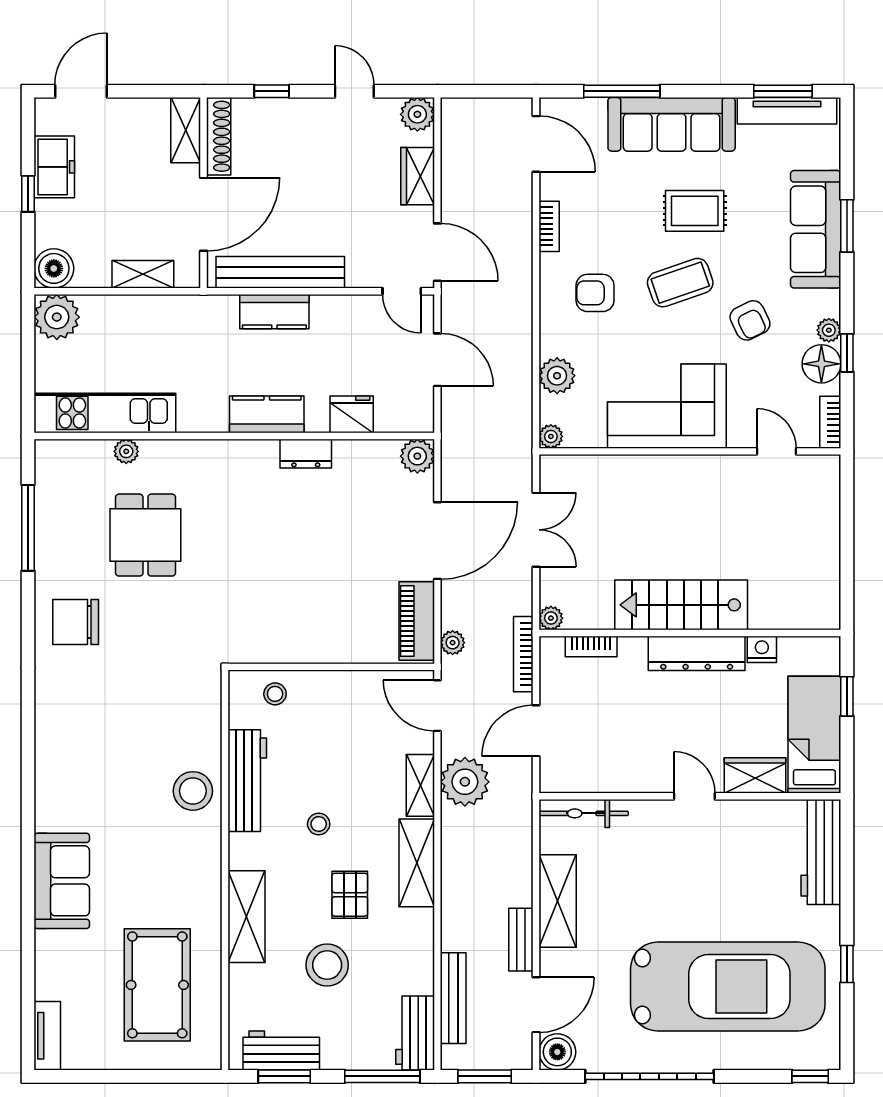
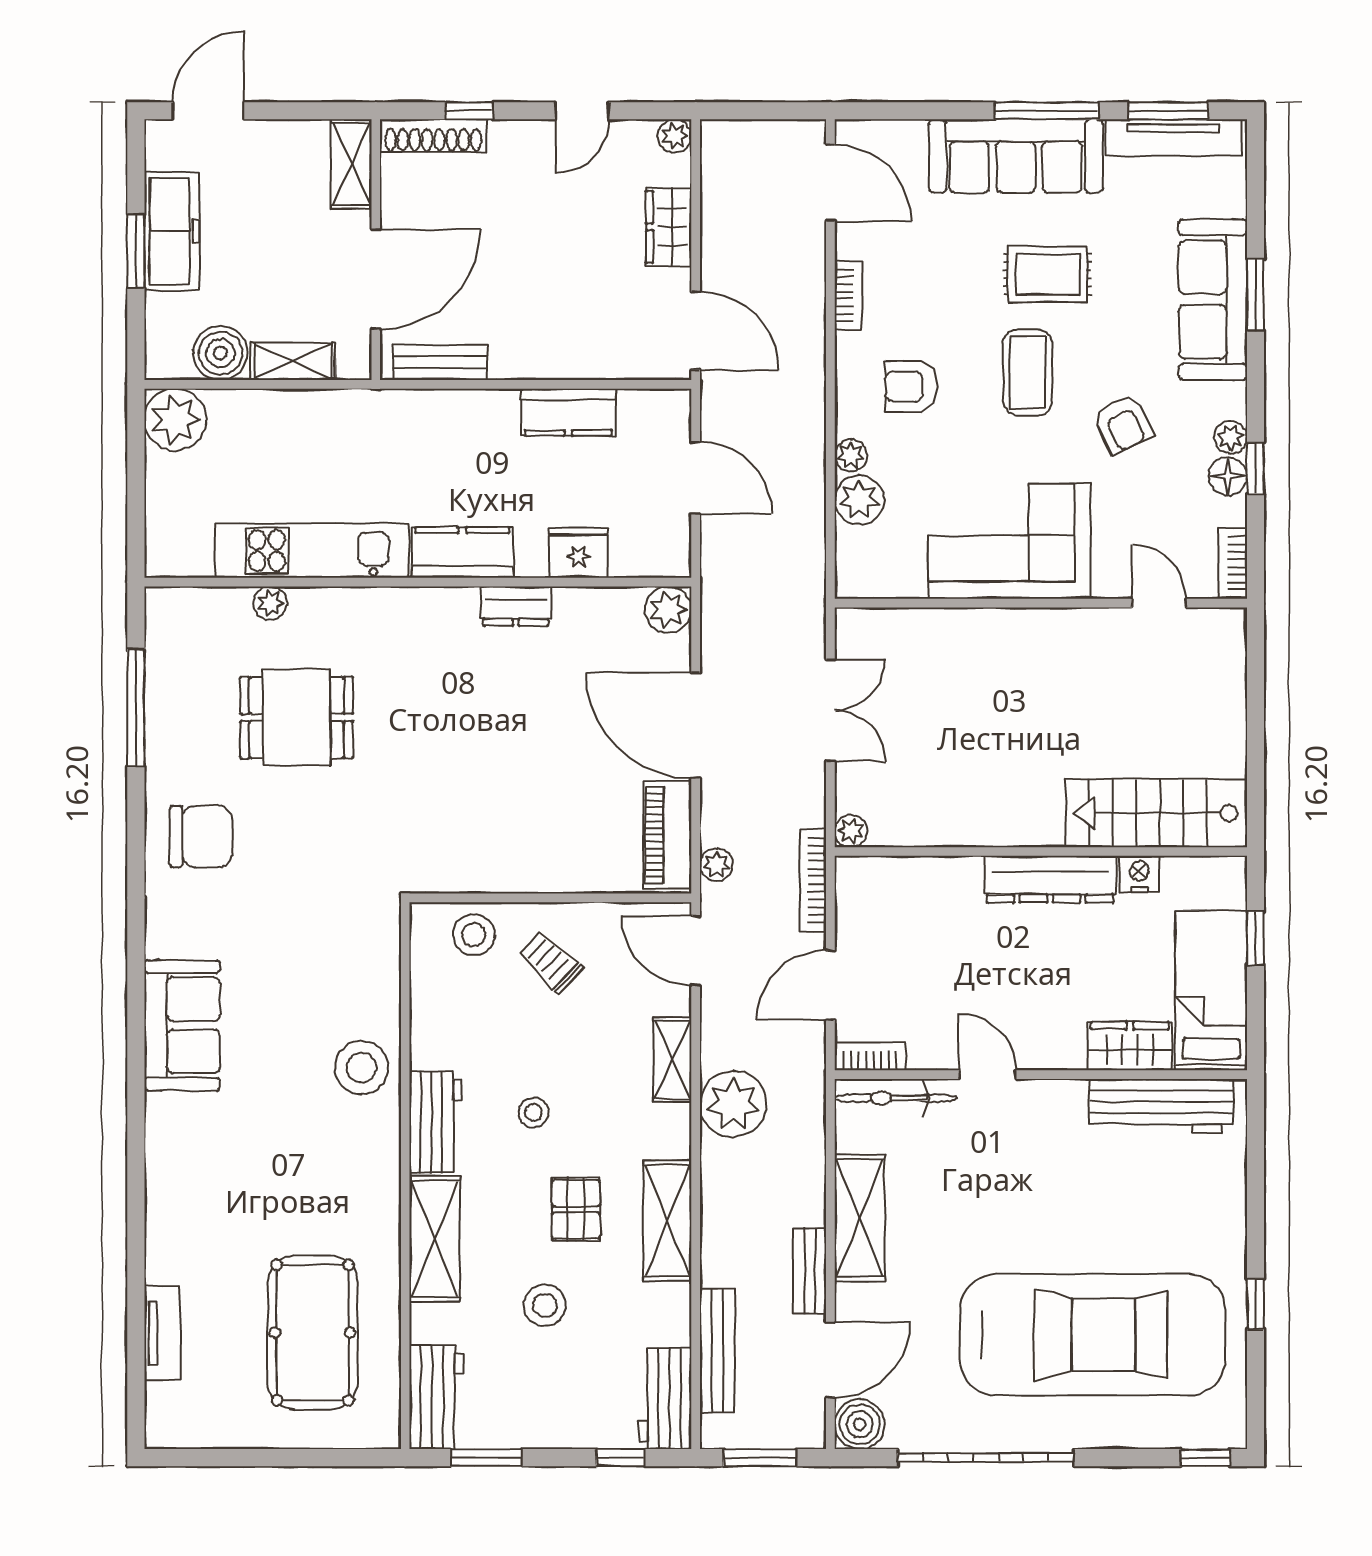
door: (354, 91) -> (582, 111), swing flipped
window: (622, 91) -> (1046, 111), moved
plant: (417, 114) -> (675, 136), width x0.73, depth x0.73
shoe rack: (219, 136) -> (433, 136), moved, turned 90
freezer: (54, 167) -> (172, 231), width x1.40
window: (28, 194) -> (136, 251), width x1.50
boiler: (54, 268) -> (220, 353), moved
bench: (280, 272) -> (440, 362), width x0.54, depth x0.82
coffee table: (680, 283) -> (1028, 372), turned -71
door: (402, 291) -> (647, 384), removed
kitchen counter: (274, 312) -> (568, 412), moved
floor lamp: (821, 364) -> (1228, 476), width x0.73, depth x0.73
kitchen unit: (105, 413) -> (311, 551), moved
plant: (551, 436) -> (851, 456), moved
dining table: (145, 535) -> (297, 718), turned 90
door: (437, 541) -> (696, 725), swing flipped
stairs: (681, 605) -> (1156, 813), moved
chair: (76, 622) -> (201, 837), turned 180
bookcase: (591, 646) -> (870, 1056), moved, turned 180
stool: (275, 694) -> (474, 935), width x1.37, depth x1.37
trolley: (331, 714) -> (551, 962), added
workbench: (247, 781) -> (436, 1122), moved, width x0.73
plant: (465, 782) -> (733, 1104), moved
door: (694, 796) -> (987, 1075), moved
workbench: (821, 852) -> (1161, 1106), moved, turned -90
shelving: (417, 863) -> (667, 1221), moved
sofa: (62, 881) -> (182, 1025), moved
stool: (327, 965) -> (545, 1305), width x0.73, depth x0.73
tv unit: (47, 1036) -> (162, 1333), moved
workbench: (281, 1051) -> (436, 1397), moved, turned 90
window: (382, 1076) -> (620, 1458), width x0.46

